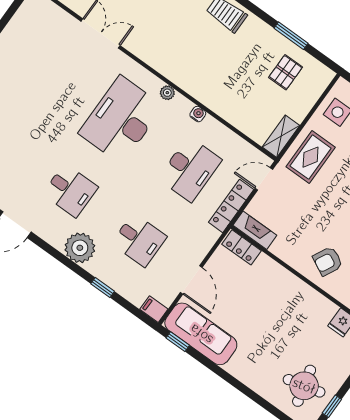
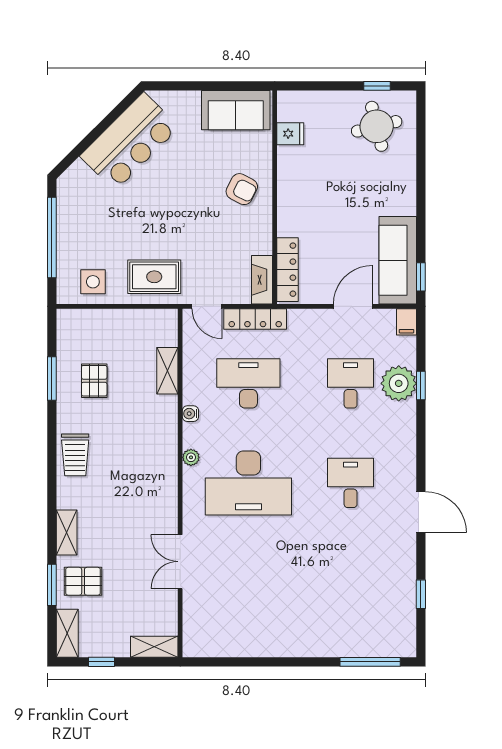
pallet: (286, 72) -> (94, 381), moved, turned 90
shelving: (281, 136) -> (167, 371), moved, turned 90
locker: (241, 247) -> (288, 270), width x1.53
plant: (80, 248) -> (399, 383), moved

